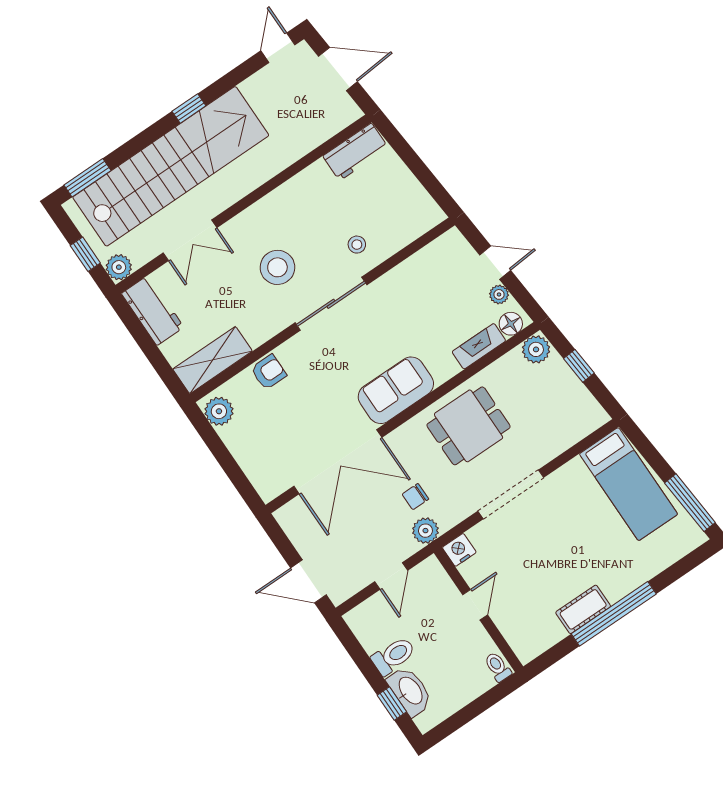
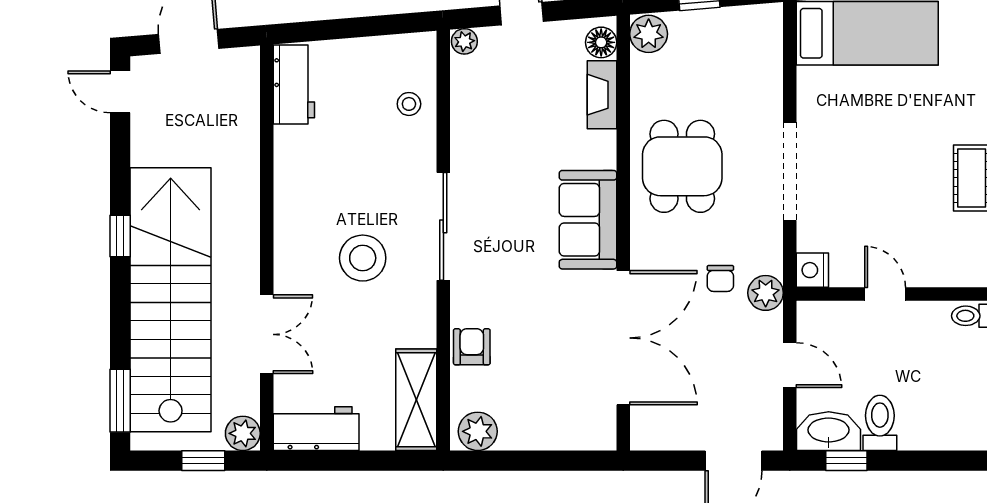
stool: (357, 245) -> (409, 104), moved
plant: (499, 294) -> (464, 41), moved
washbasin: (410, 691) -> (829, 431), moved
window: (392, 704) -> (846, 461), moved

